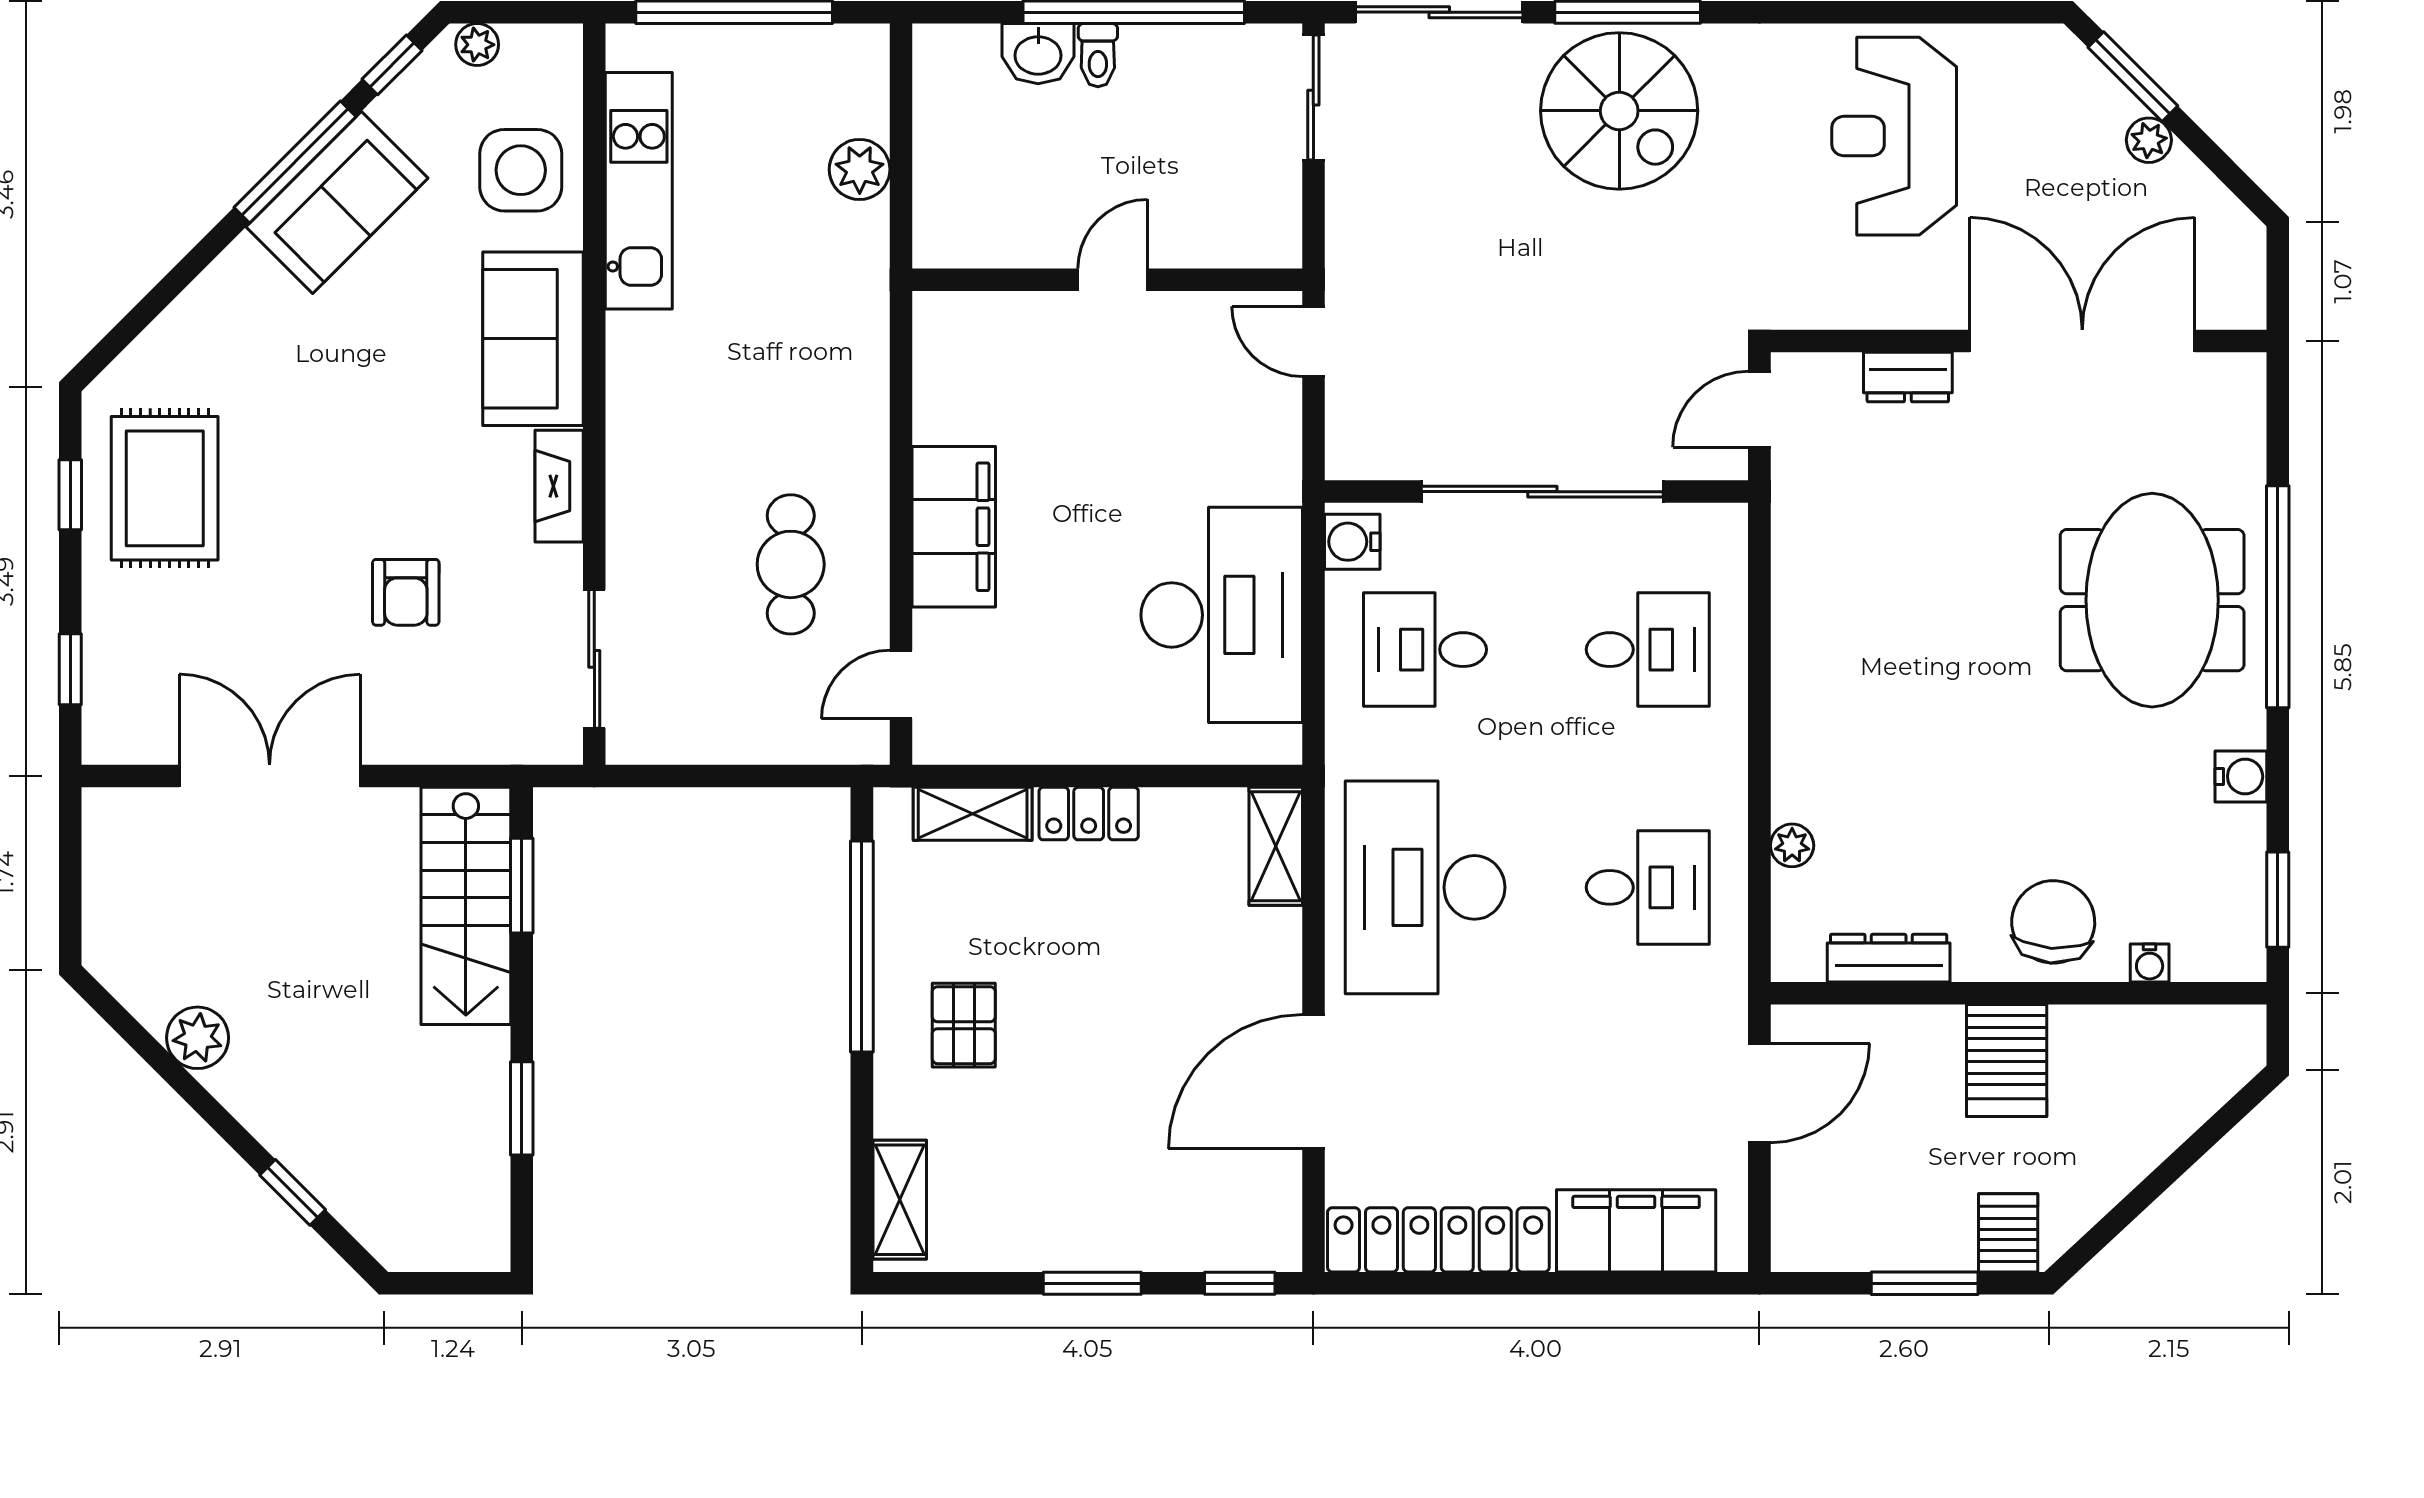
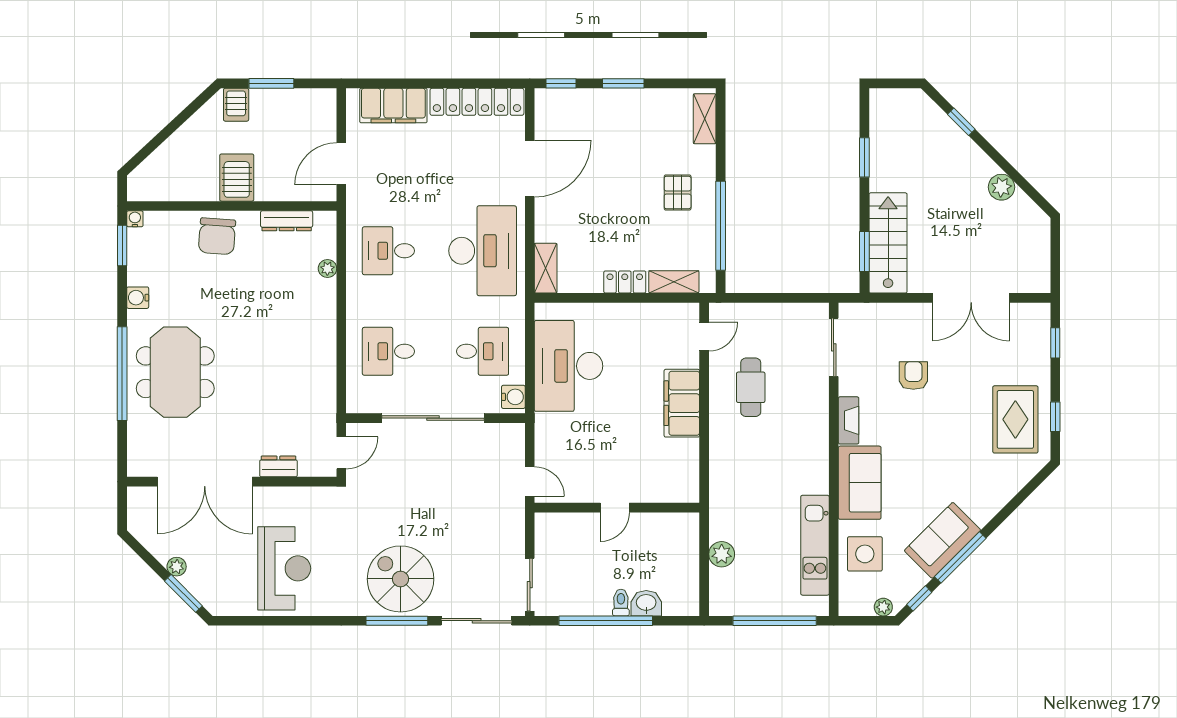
water cooler: (2150, 963) -> (135, 219), moved

